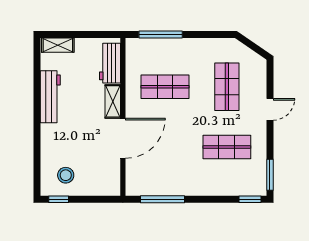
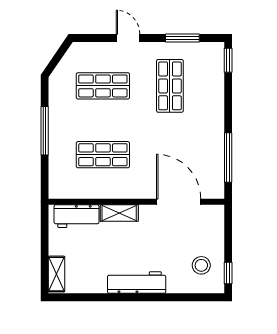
window: (161, 34) -> (45, 131), moved
shop shelf: (165, 87) -> (103, 155), turned 90
workbench: (50, 97) -> (137, 283), moved
door: (123, 138) -> (179, 202), moved
window: (270, 175) -> (182, 38), moved

